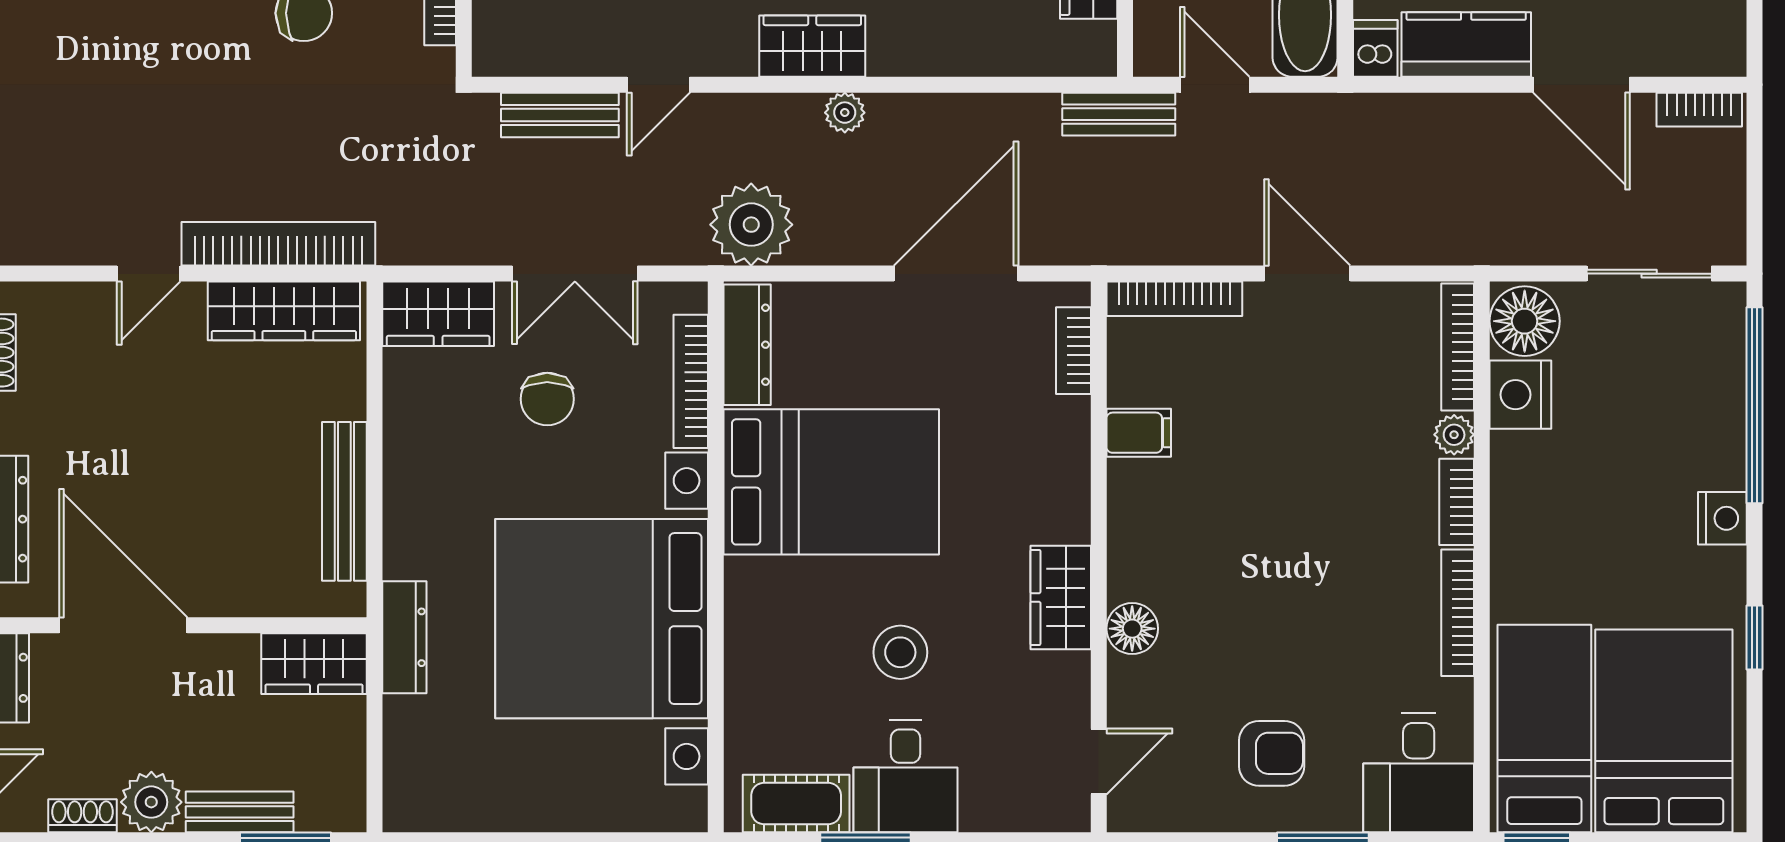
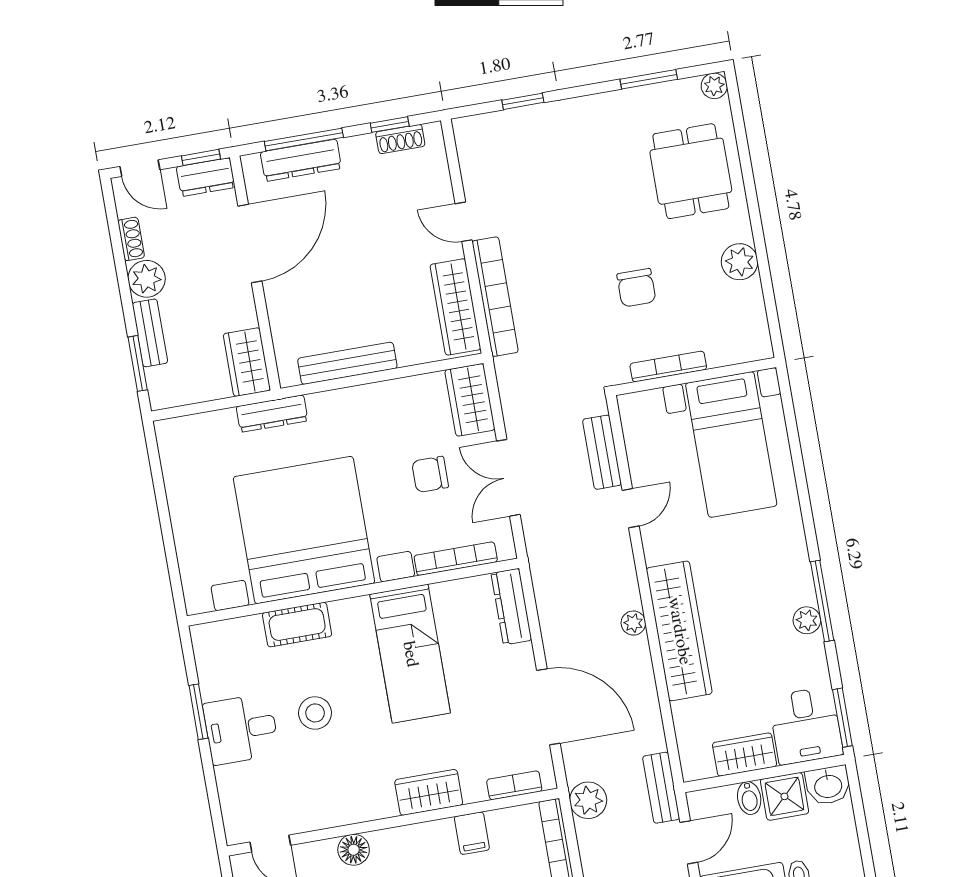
wardrobe: (812, 46) -> (679, 631), width x2.10, depth x1.17
door: (658, 85) -> (631, 508), swing flipped
plant: (751, 225) -> (588, 800), moved, width x0.73, depth x0.73
dresser: (747, 345) -> (511, 607), moved, turned 90
bed: (831, 482) -> (410, 654), width x0.67
wardrobe: (1061, 597) -> (429, 792), moved
cot: (796, 803) -> (297, 625), moved, turned 90

